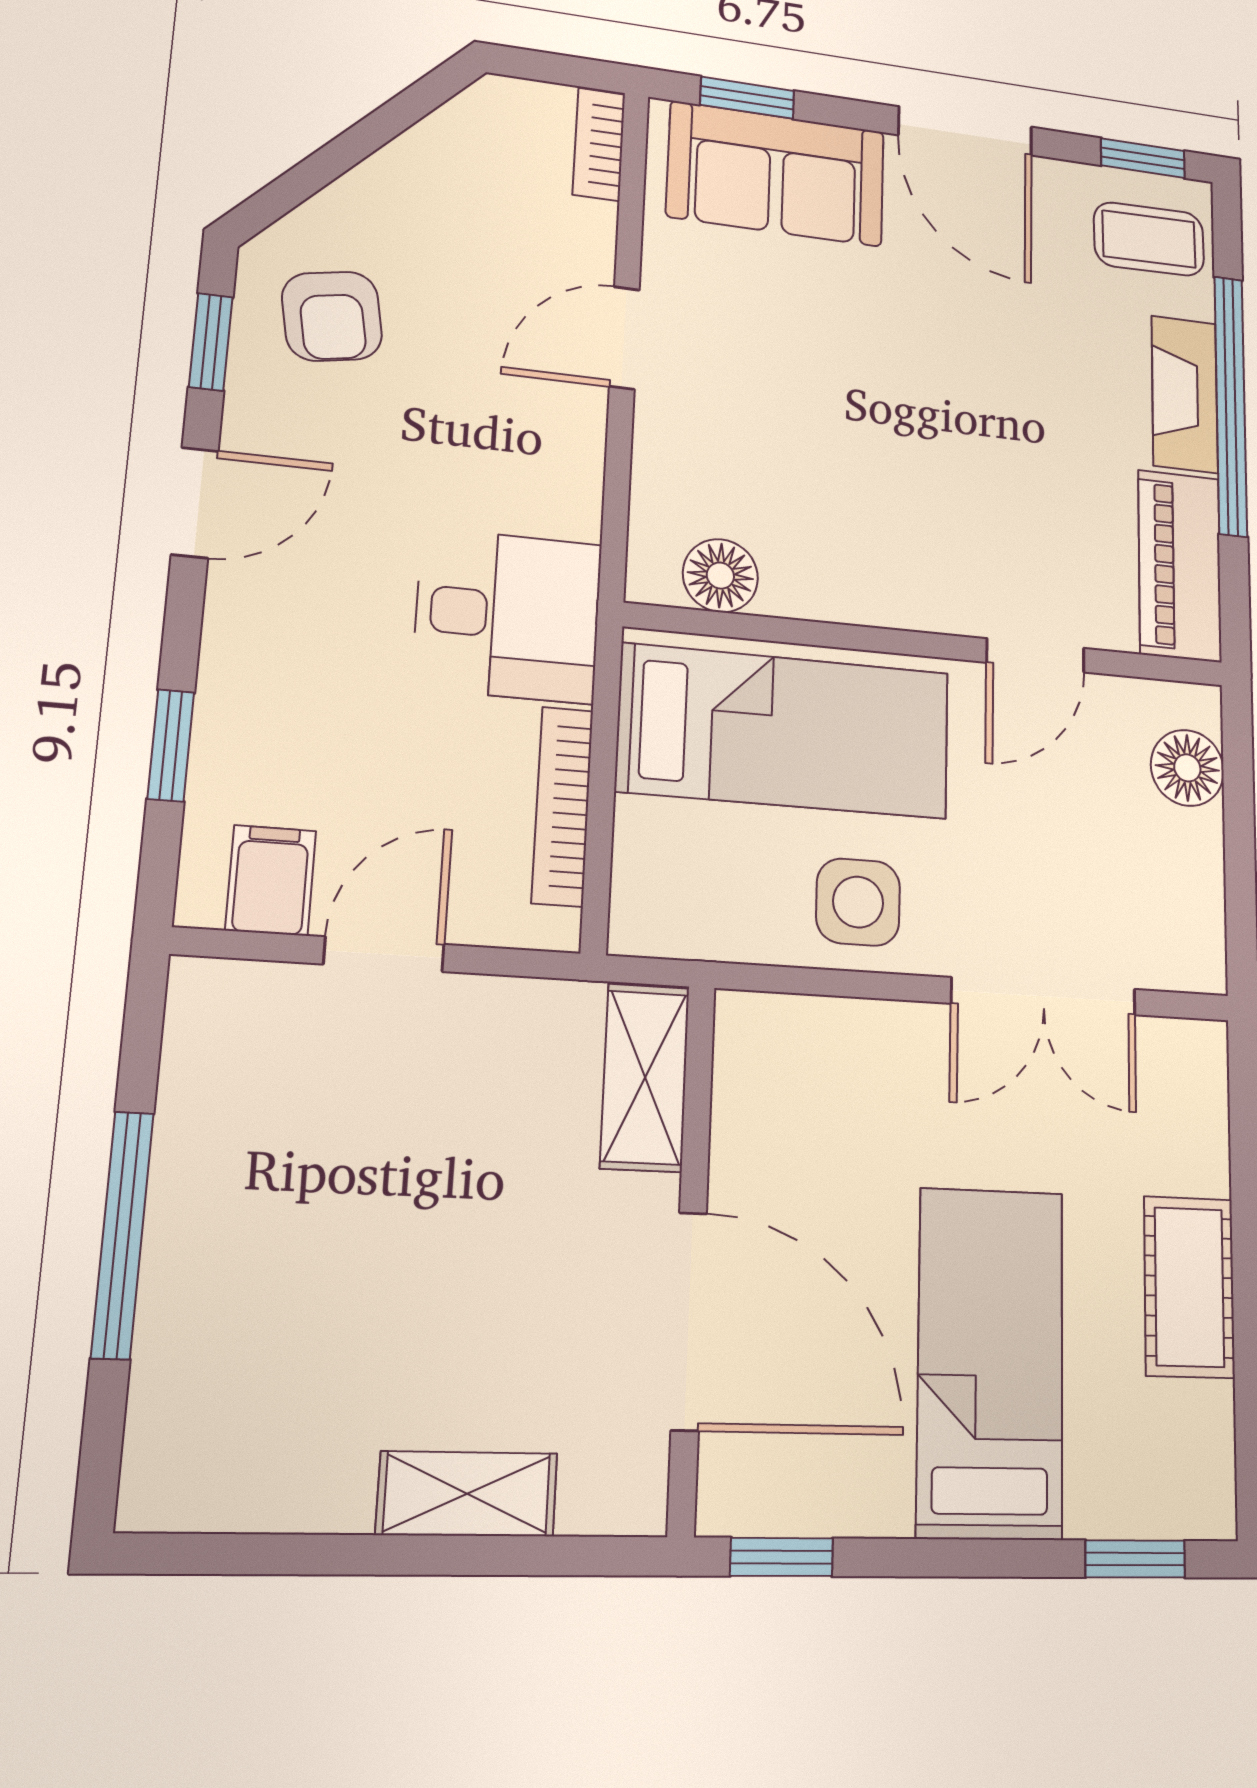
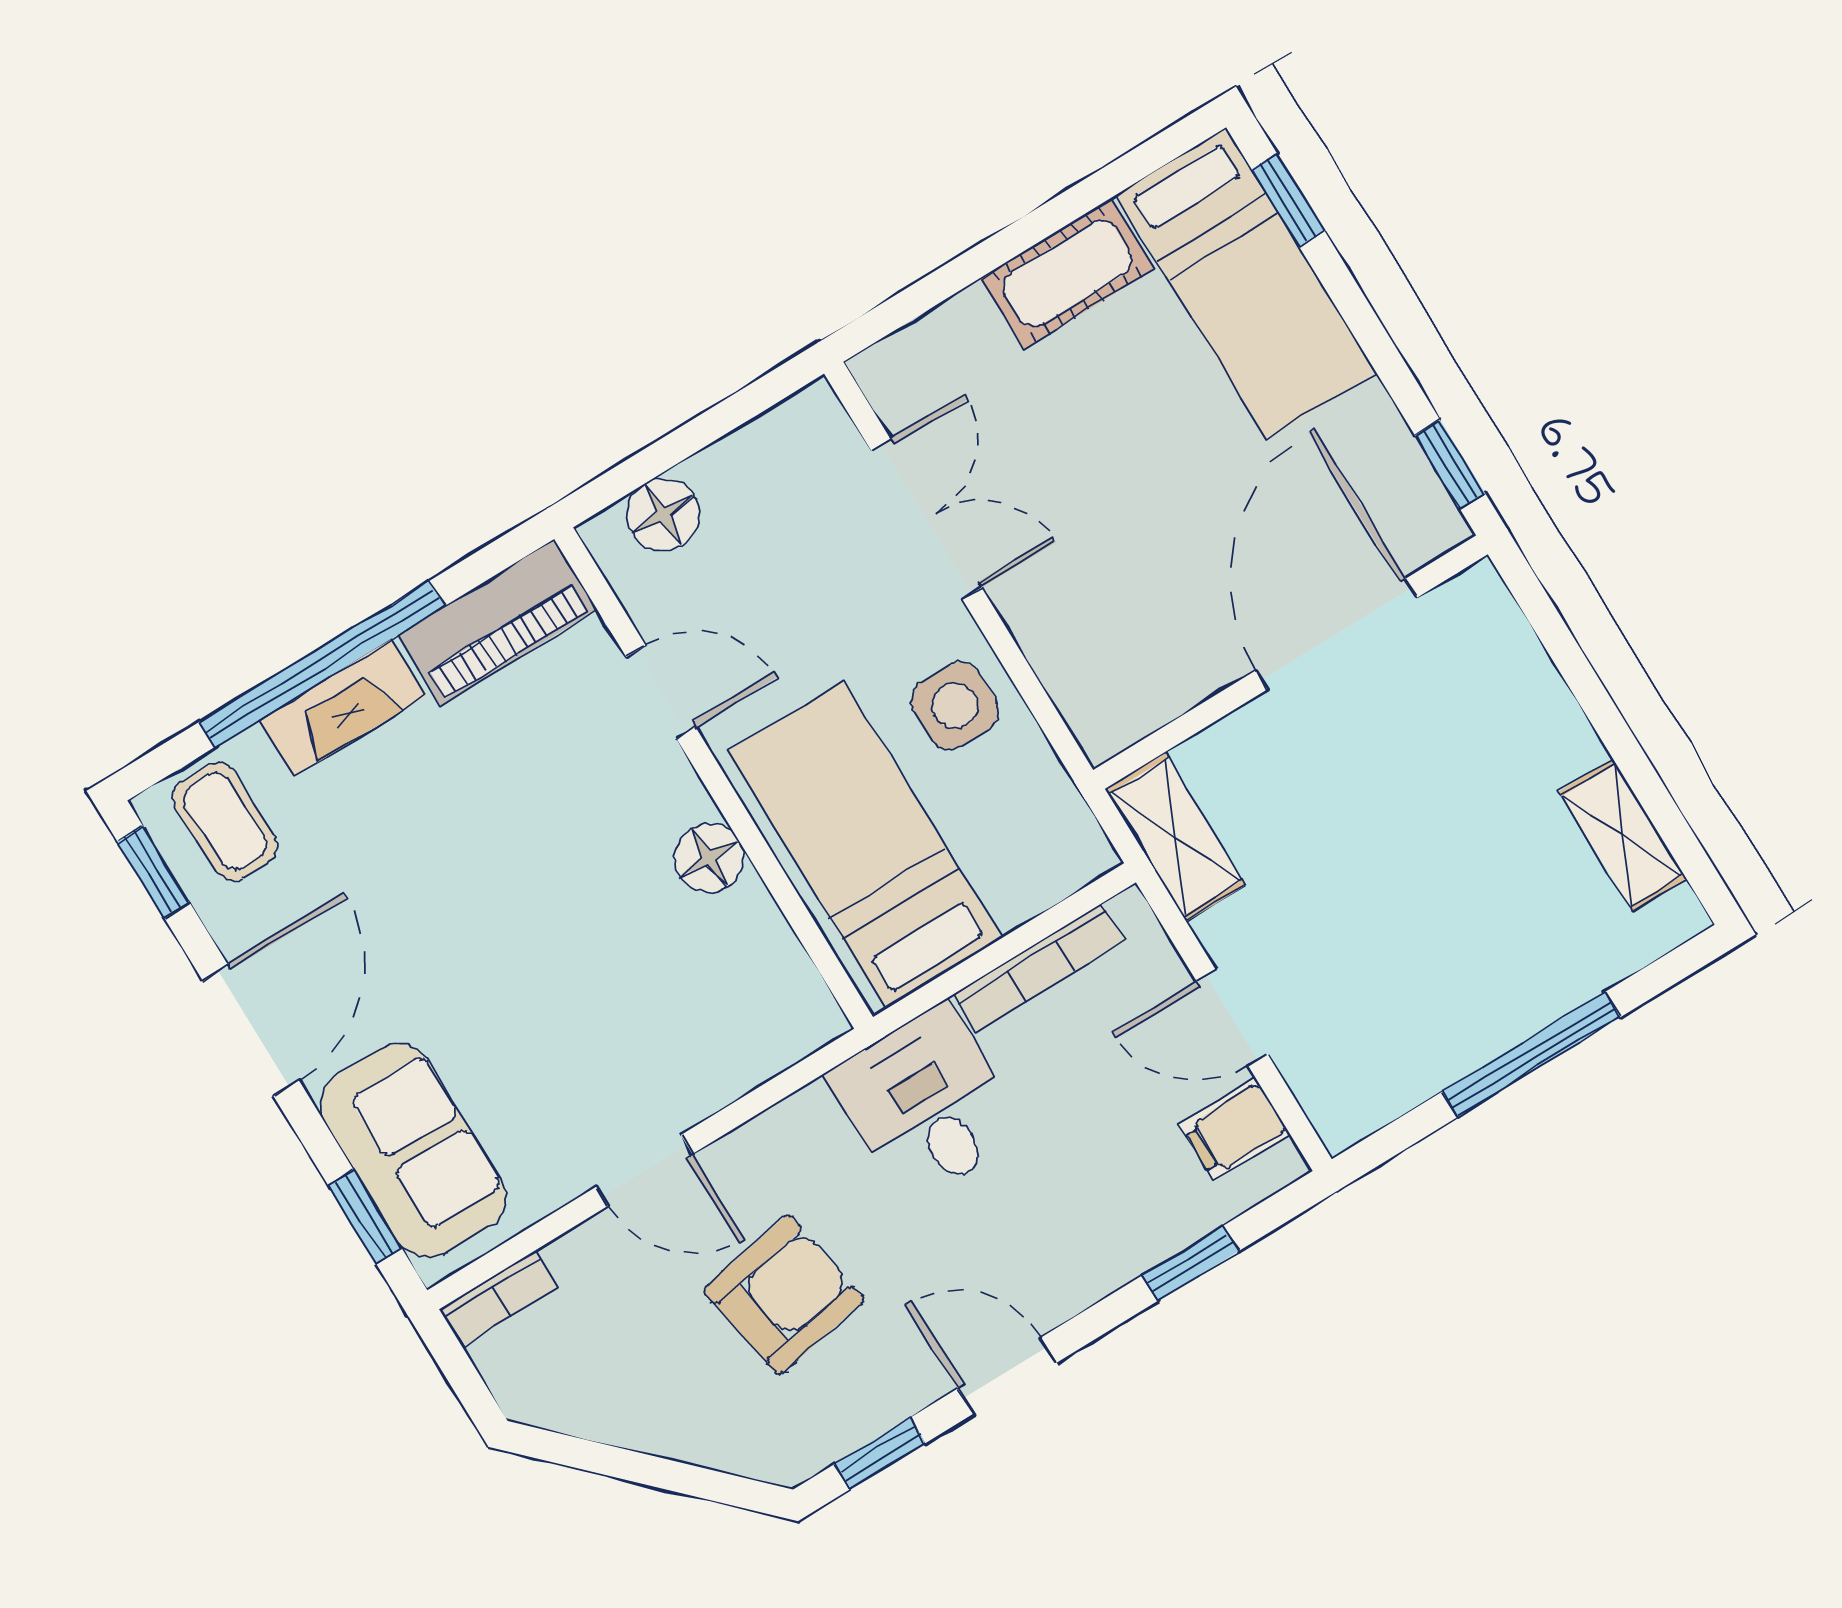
armchair: (332, 316) -> (784, 1295), moved, width x1.38, depth x1.38
floor lamp: (720, 576) -> (709, 858), moved
shelving: (645, 1077) -> (1175, 837), moved, turned 90
bed: (990, 1362) -> (1246, 283), moved, turned -90
shelving: (467, 1494) -> (1623, 835), moved

